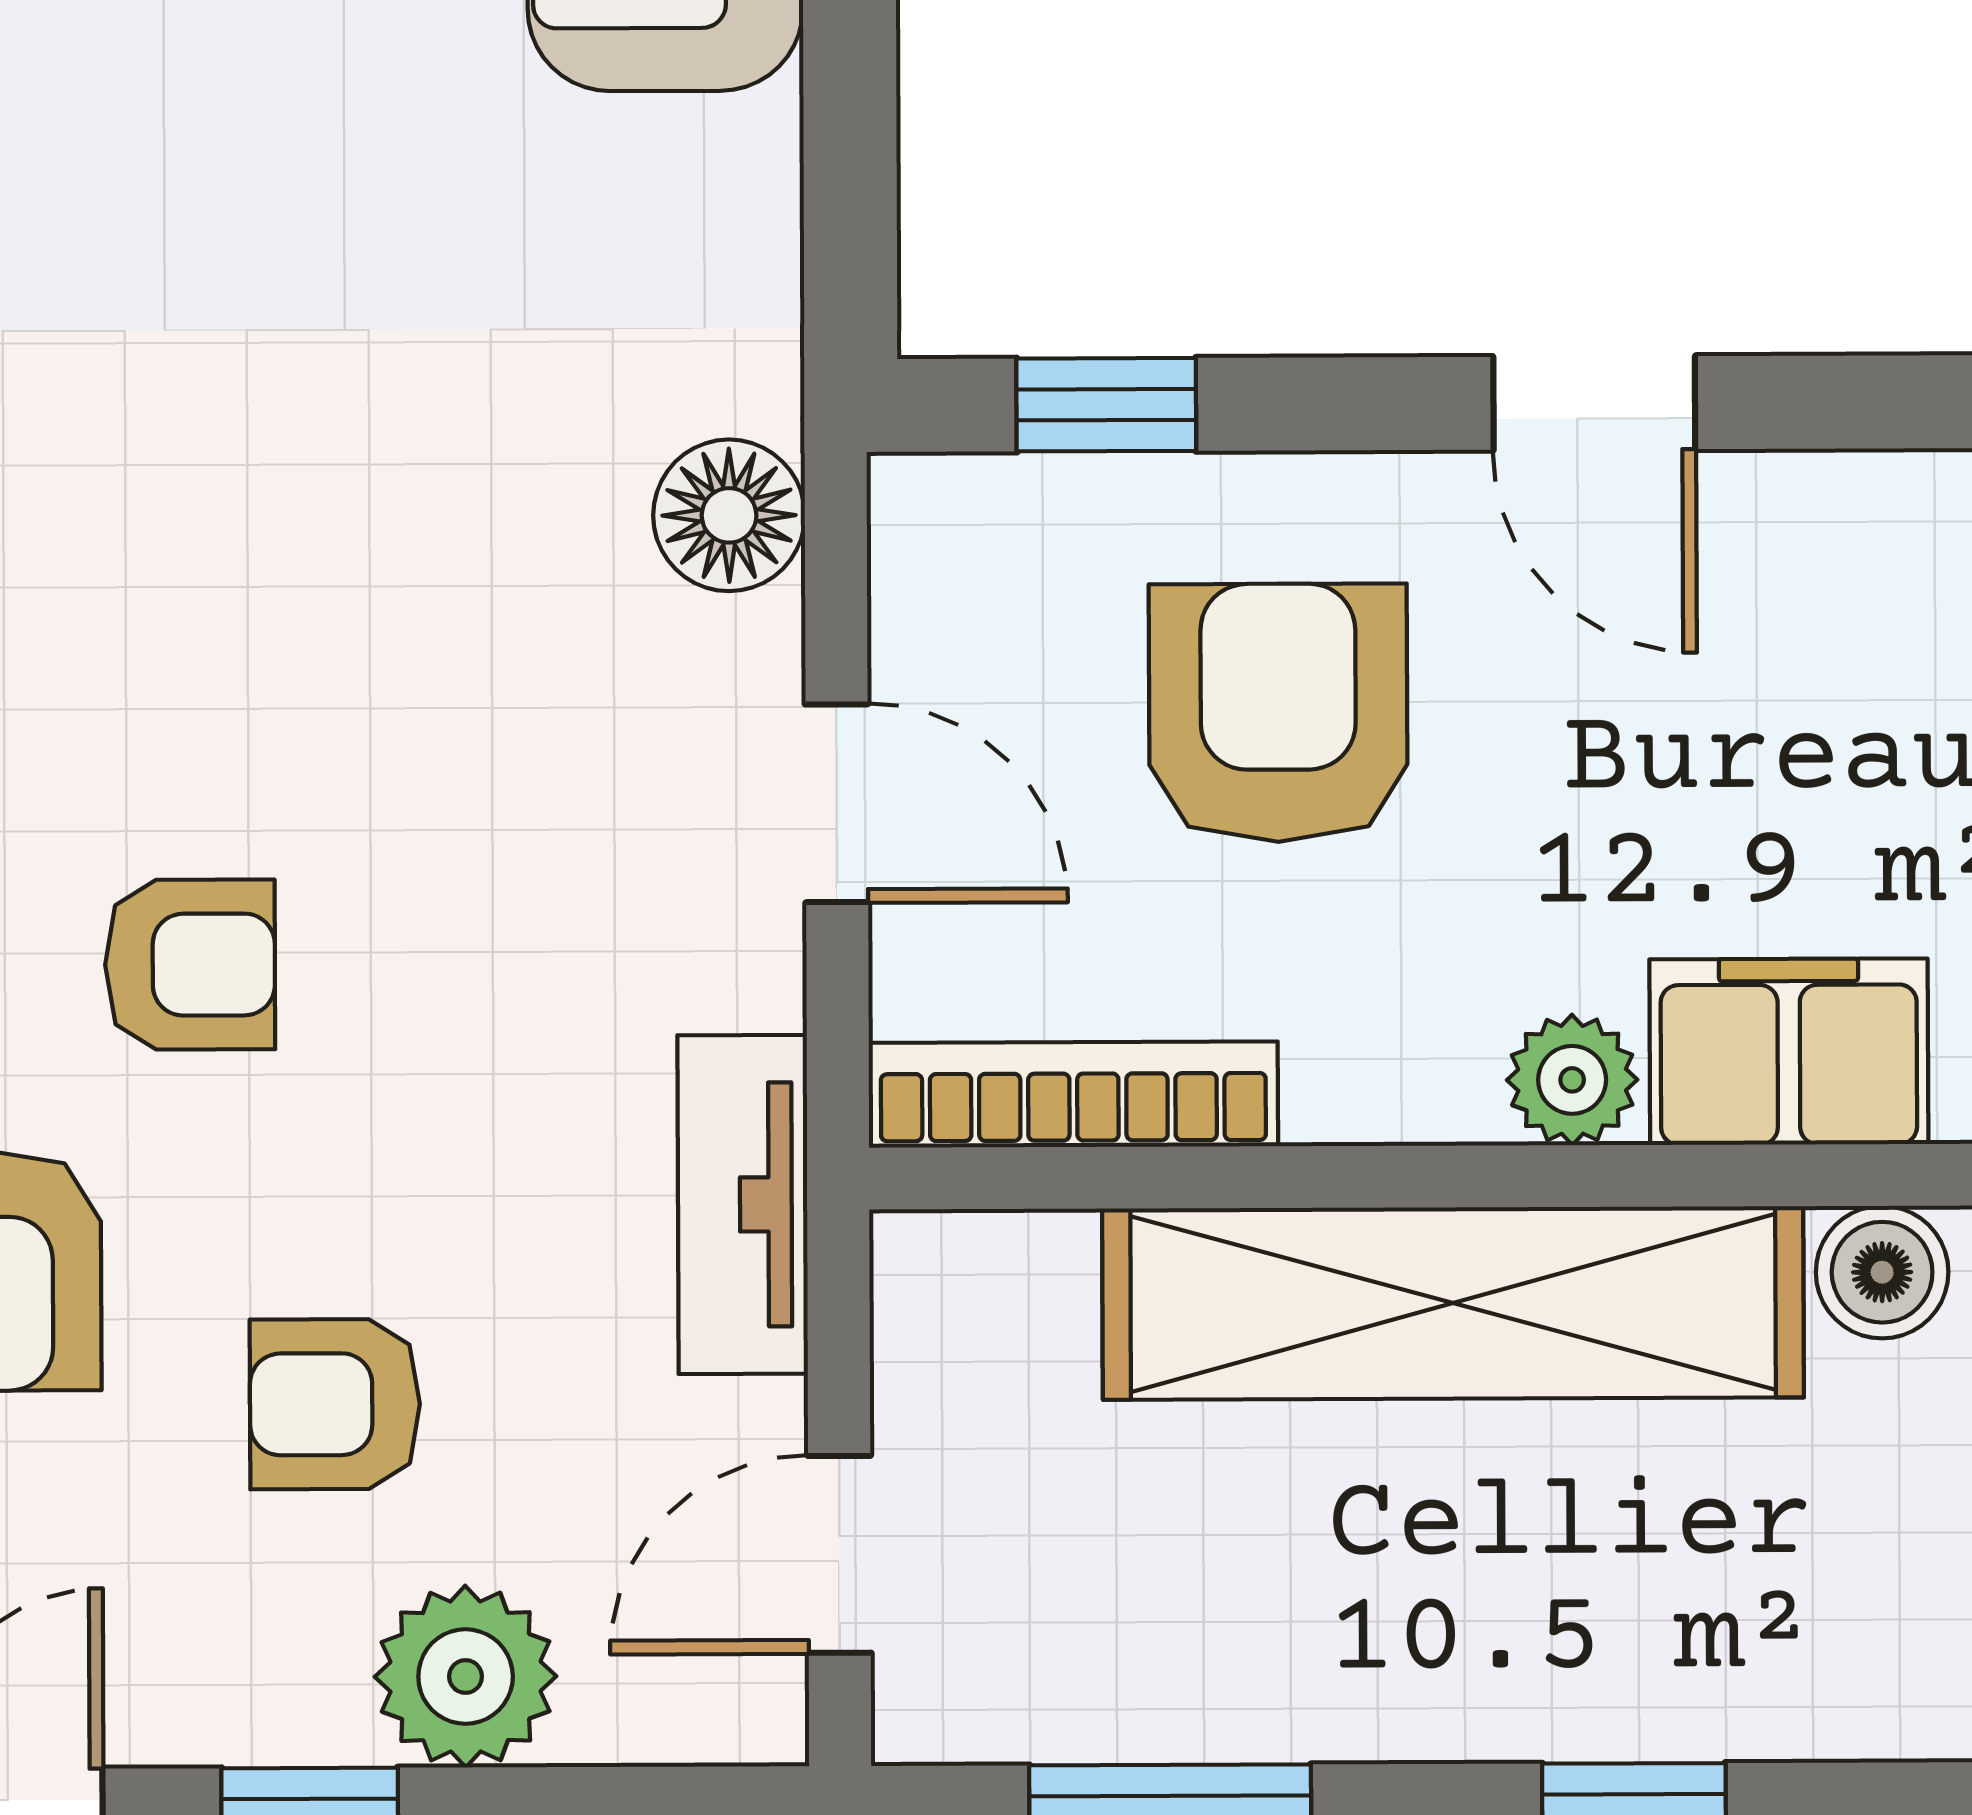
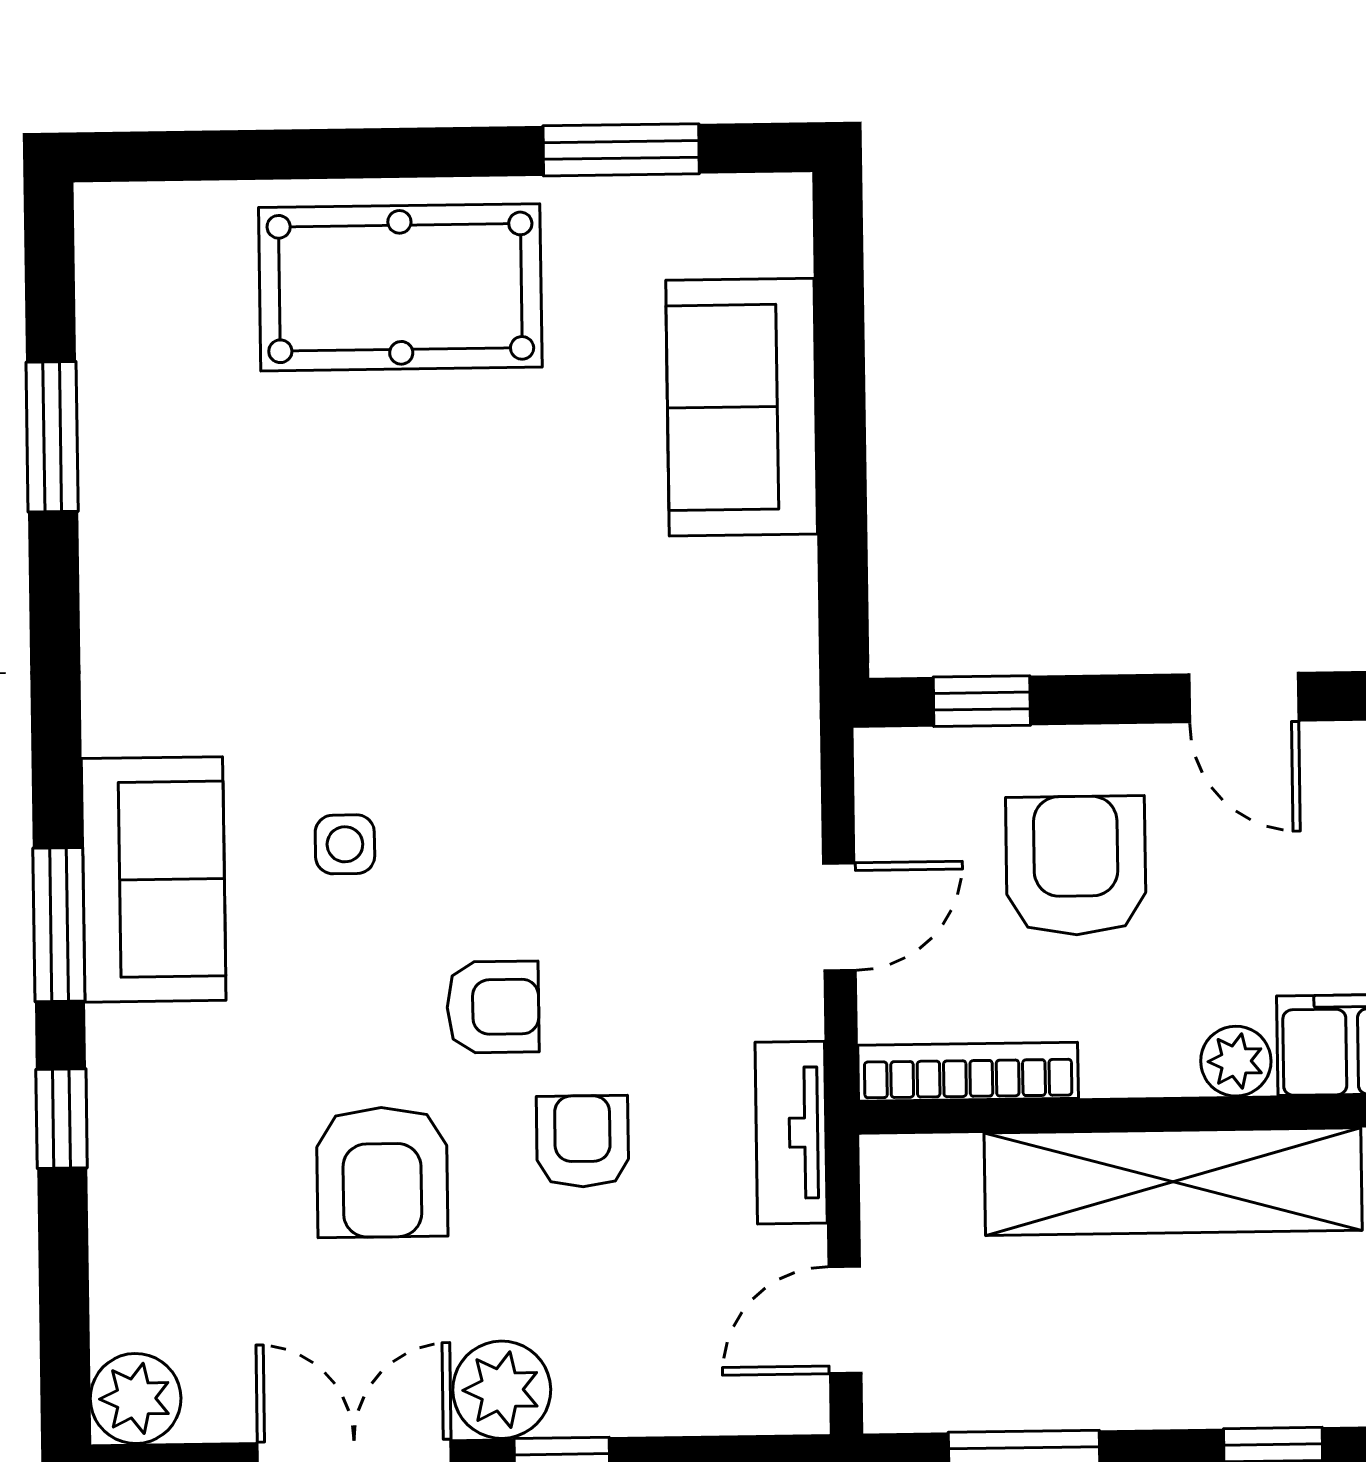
floor lamp: (729, 515) -> (780, 763), removed
door: (837, 803) -> (839, 917), hinge flipped
armchair: (335, 1404) -> (583, 1141), moved, turned 90
plant: (466, 1677) -> (502, 1390), moved

